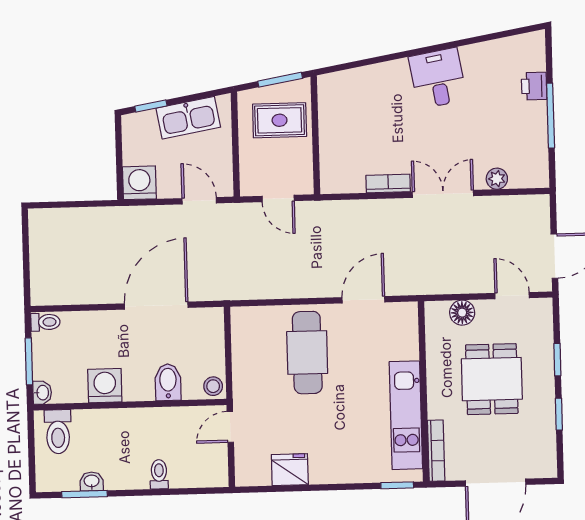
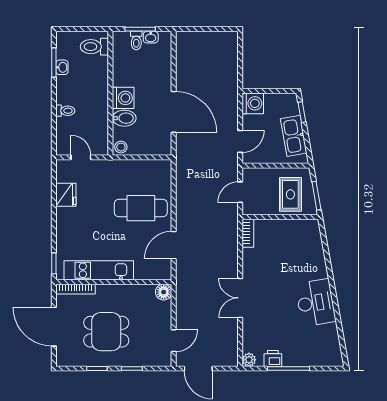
desk: (438, 78) -> (316, 303), width x1.37
printer: (534, 86) -> (273, 358), moved
plant: (497, 179) -> (249, 360), moved
bookcase: (388, 184) -> (248, 233), moved
double door: (443, 194) -> (240, 298), swing flipped
door: (363, 300) -> (174, 245), swing flipped
floor lamp: (462, 313) -> (164, 292), moved
toilet: (45, 322) -> (136, 41), moved
dining table: (492, 379) -> (106, 332), moved
washing machine: (105, 386) -> (123, 98), moved
washbasin: (42, 393) -> (151, 37), moved
door: (230, 427) -> (81, 157), moved

